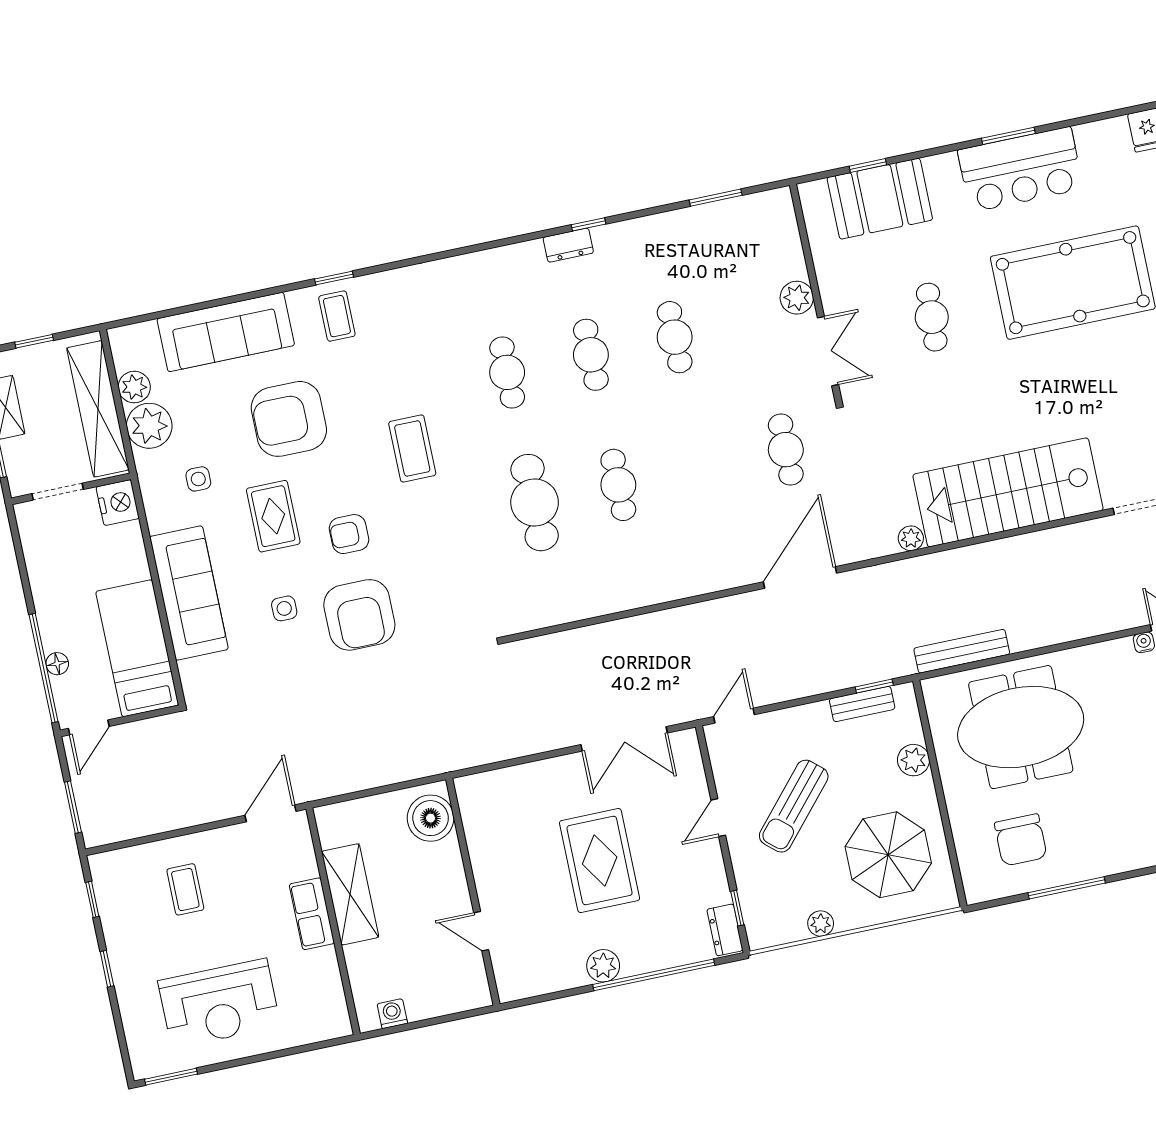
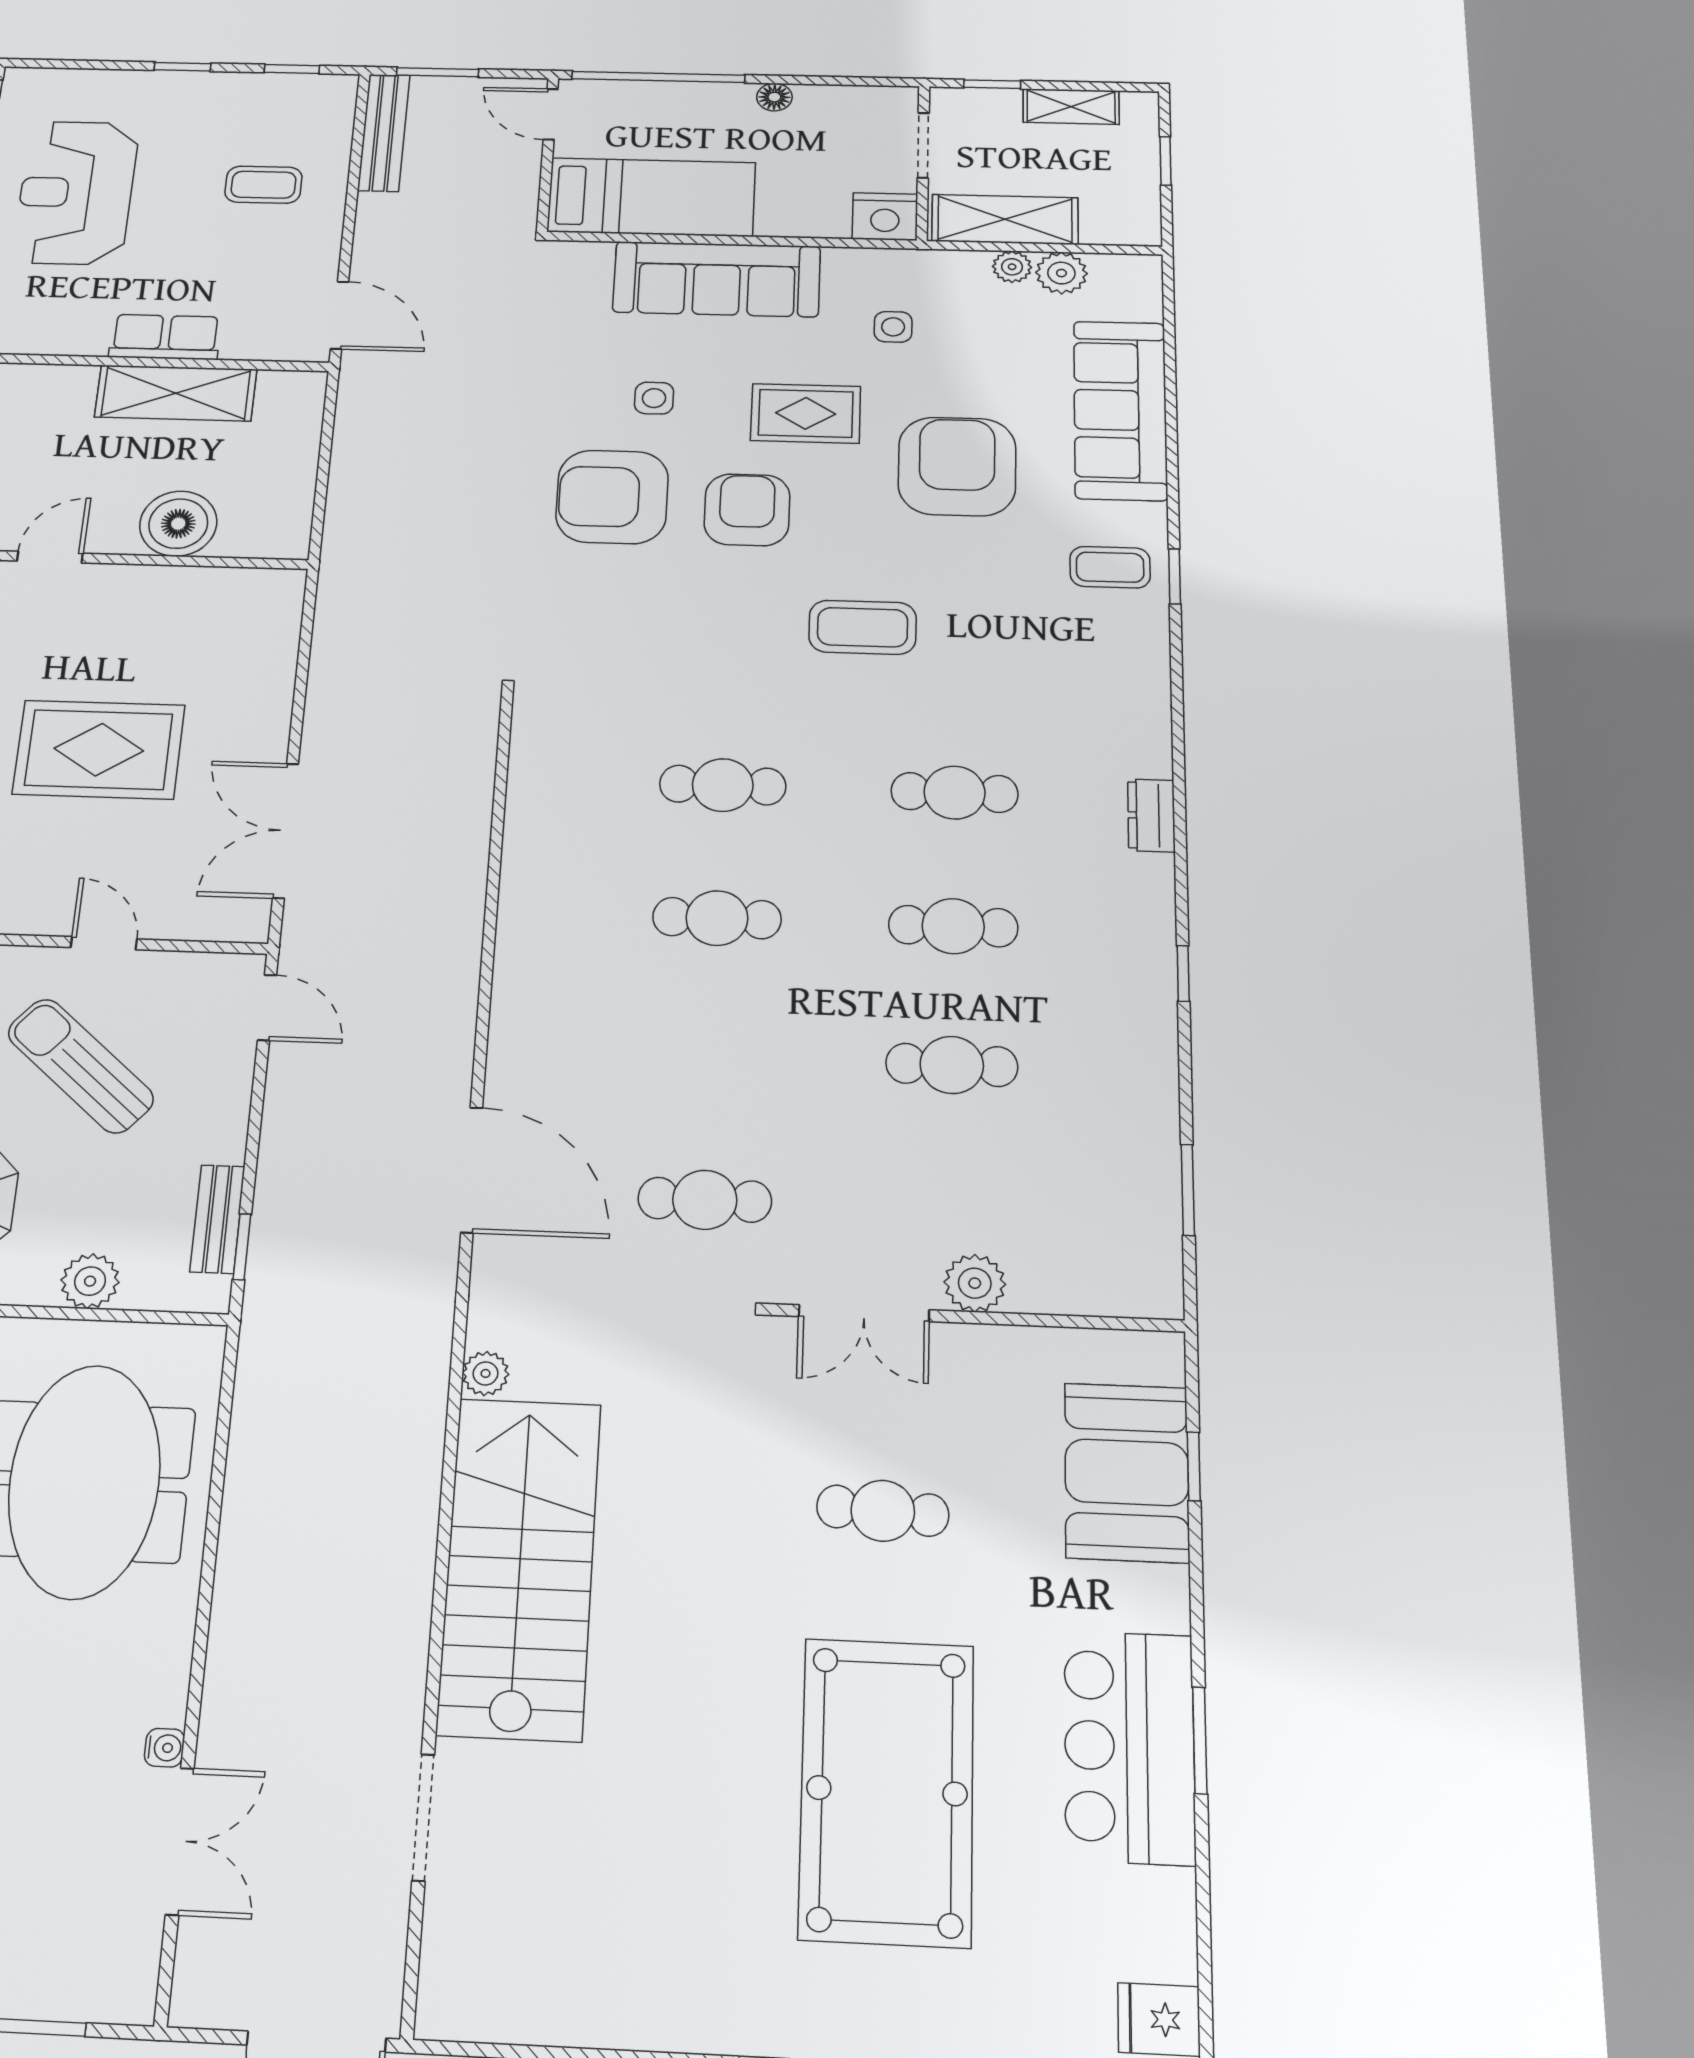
dresser: (568, 245) -> (1151, 815), moved
shelving: (98, 409) -> (1005, 219), width x0.68
plant: (149, 426) -> (1012, 267), width x0.53, depth x0.53
cafe table: (535, 503) -> (723, 785), width x0.73, depth x0.74
armchair: (349, 534) -> (747, 510), width x1.38, depth x1.38
bench: (962, 651) -> (384, 133), moved
floor lamp: (57, 664) -> (774, 97), moved
boiler: (431, 818) -> (178, 524), moved

